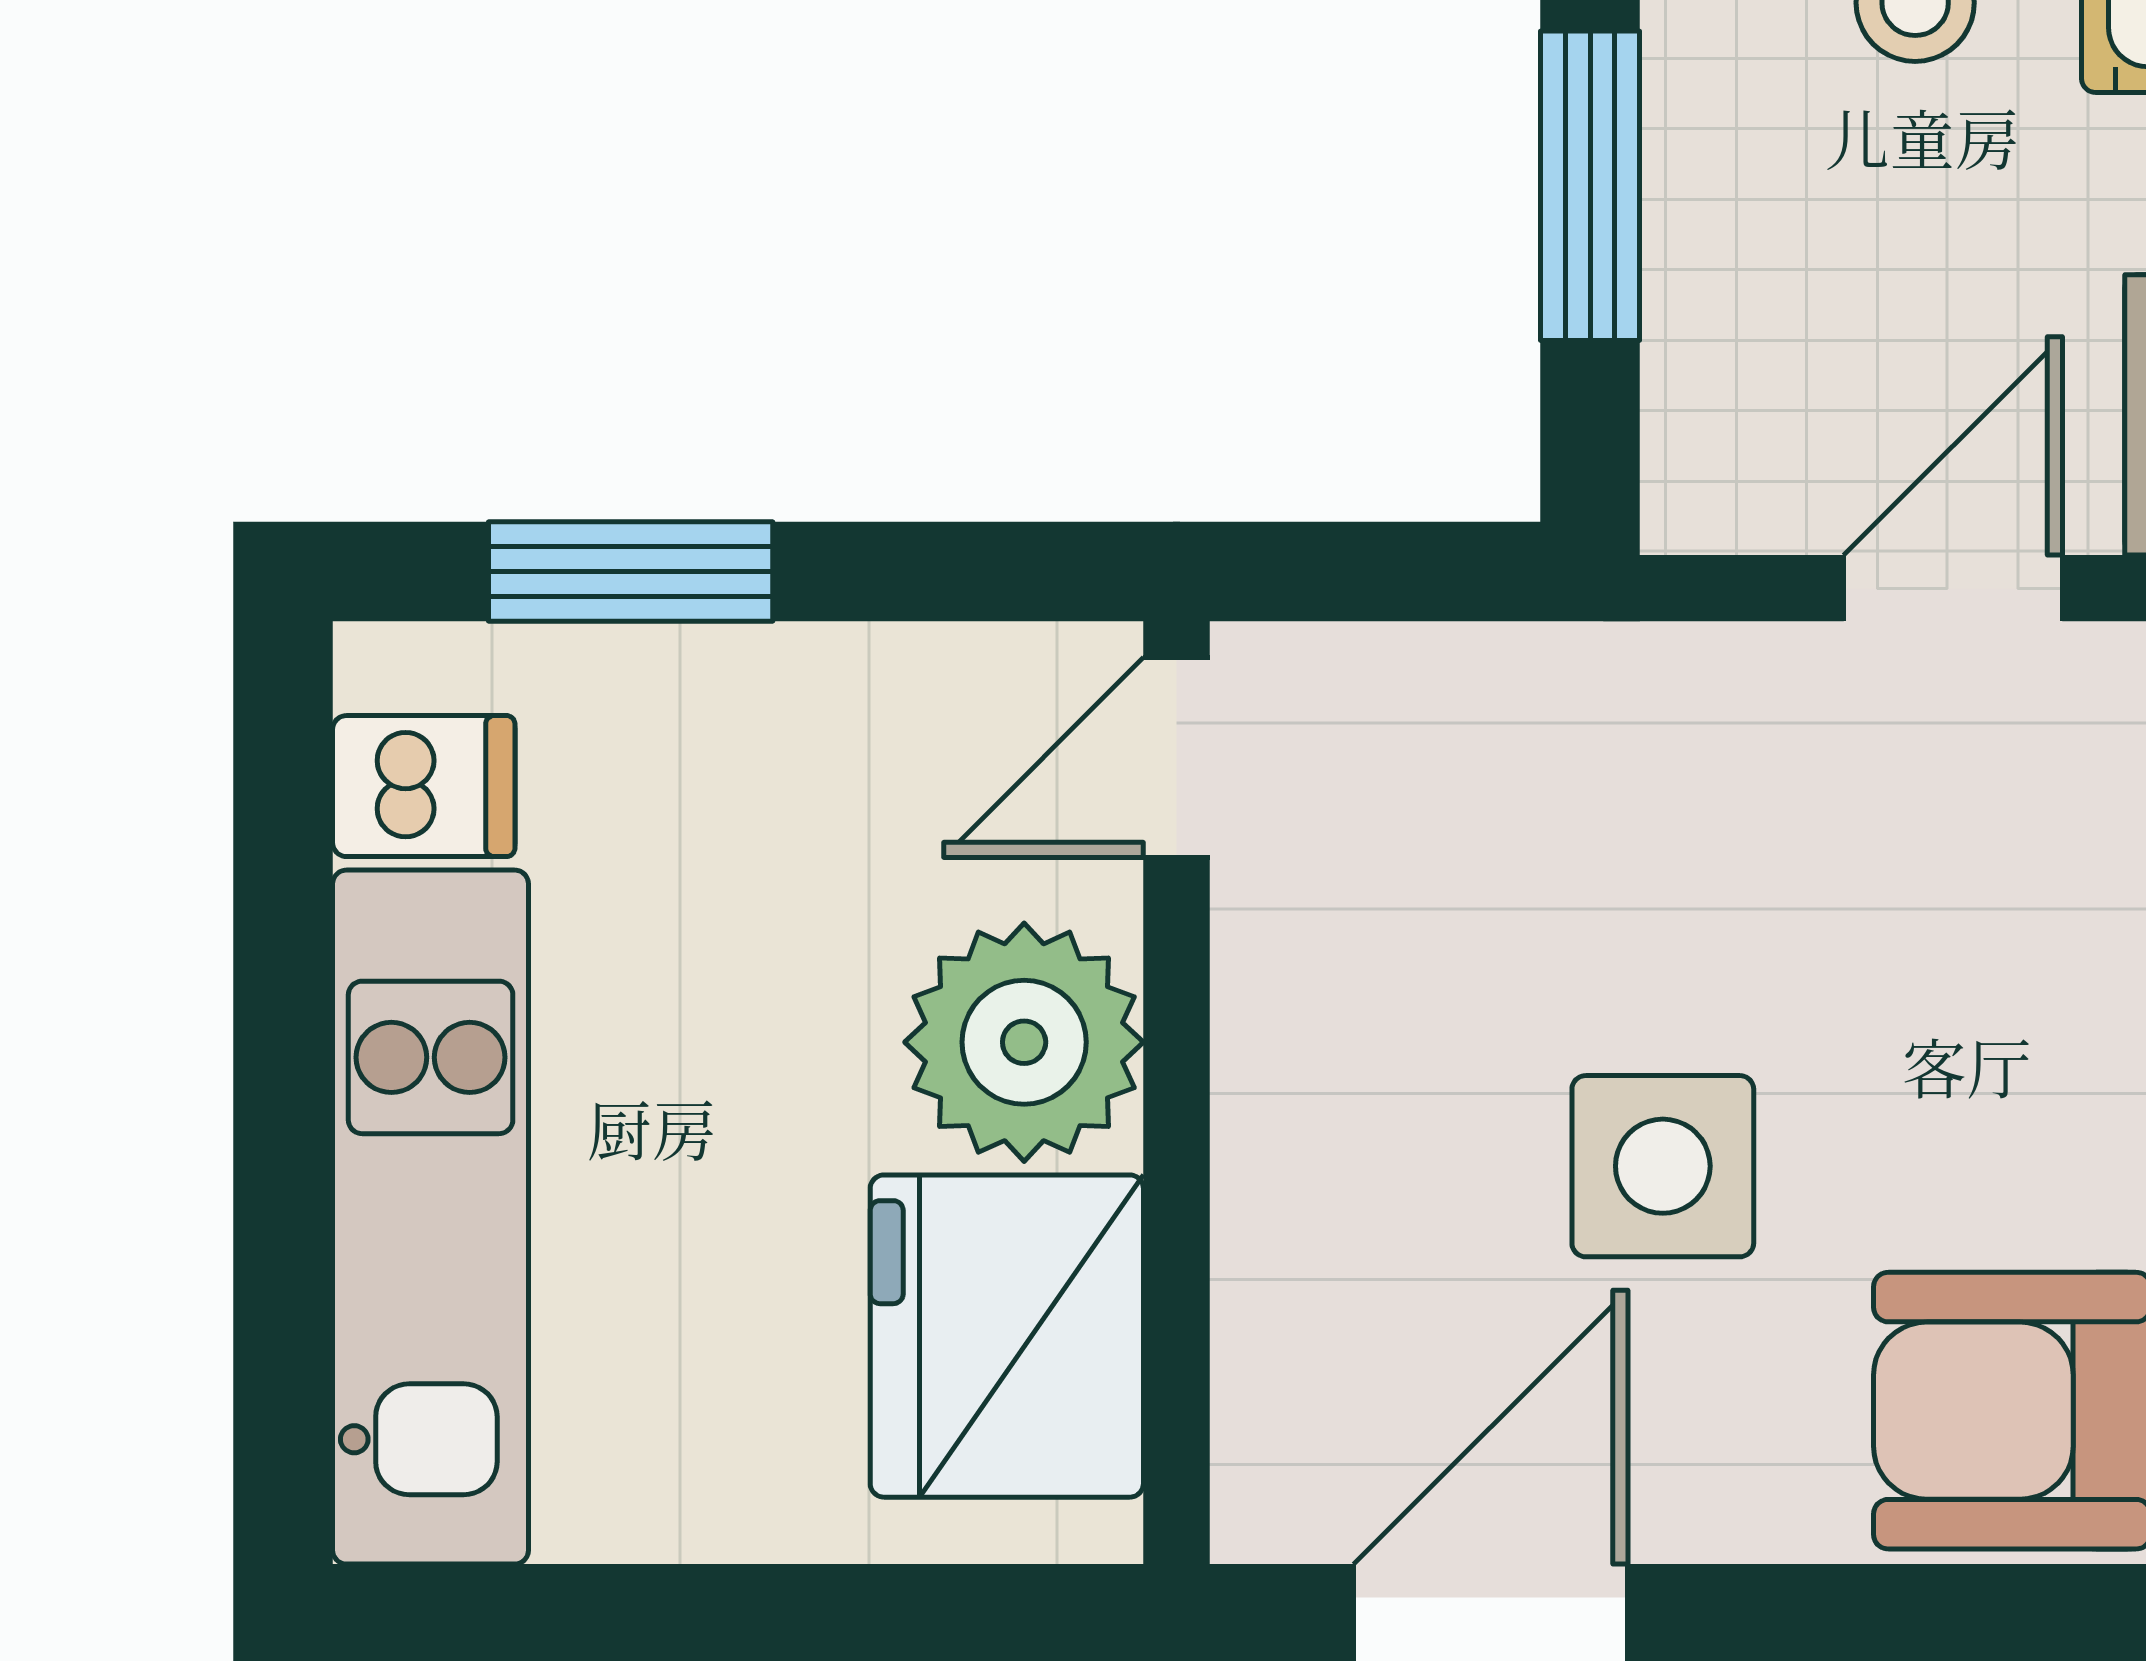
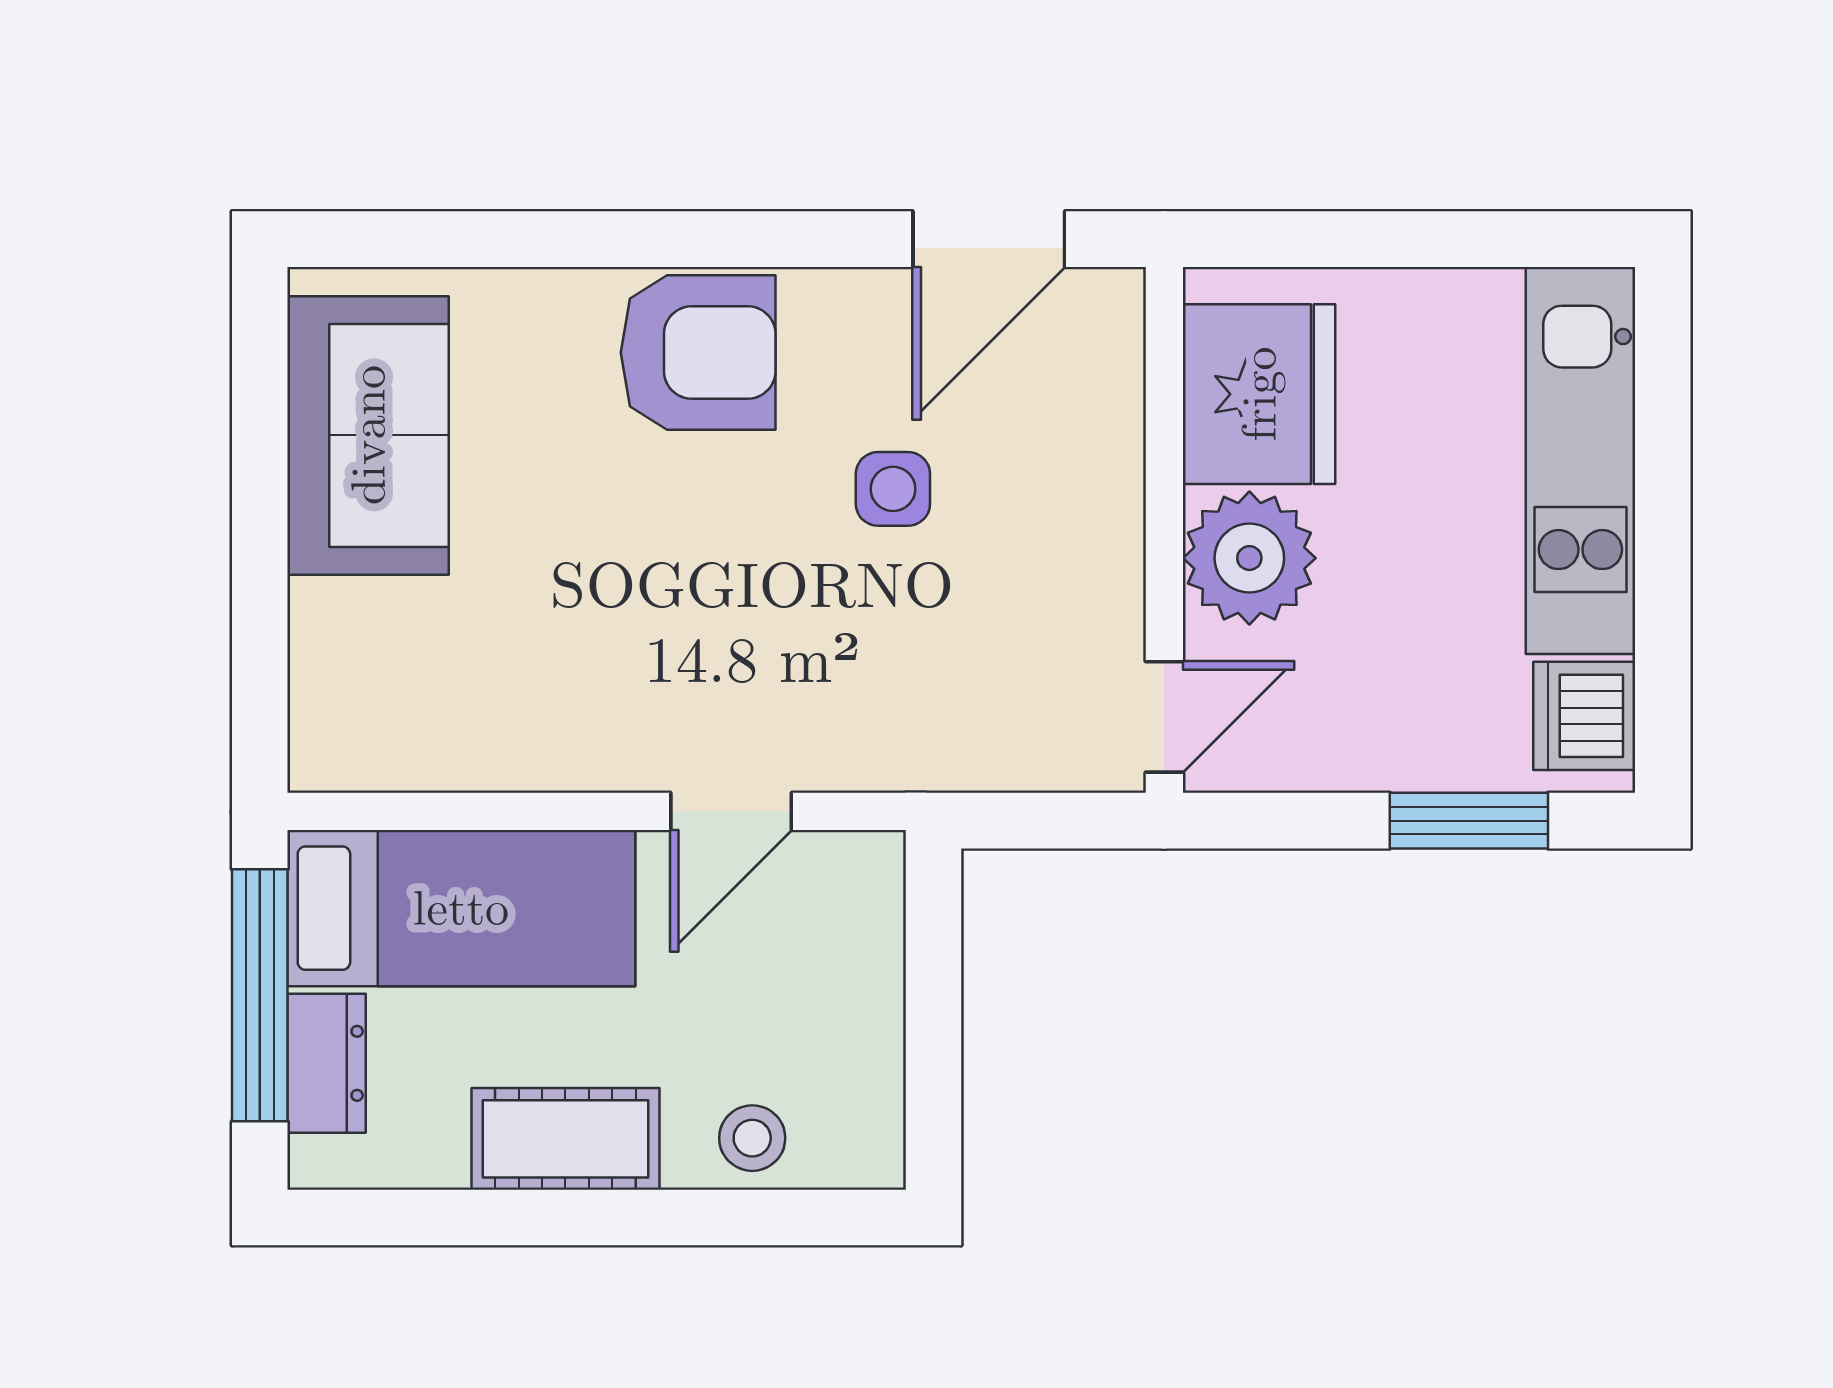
window: (1590, 186) -> (934, 1036), removed
dishwasher: (424, 786) -> (1584, 716), width x1.38
side table: (1663, 1166) -> (893, 489), width x0.73, depth x0.73

